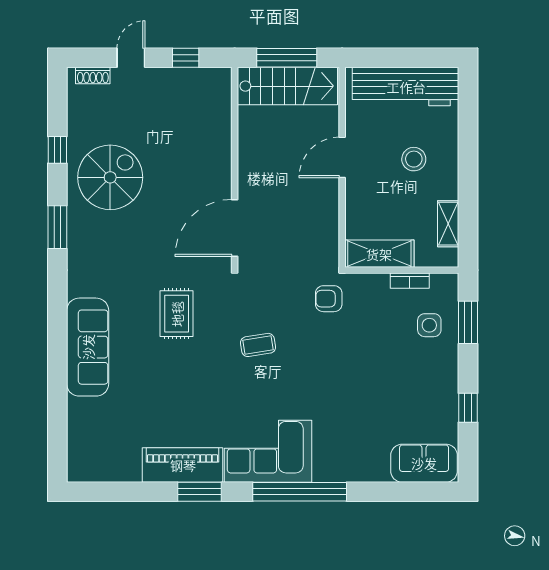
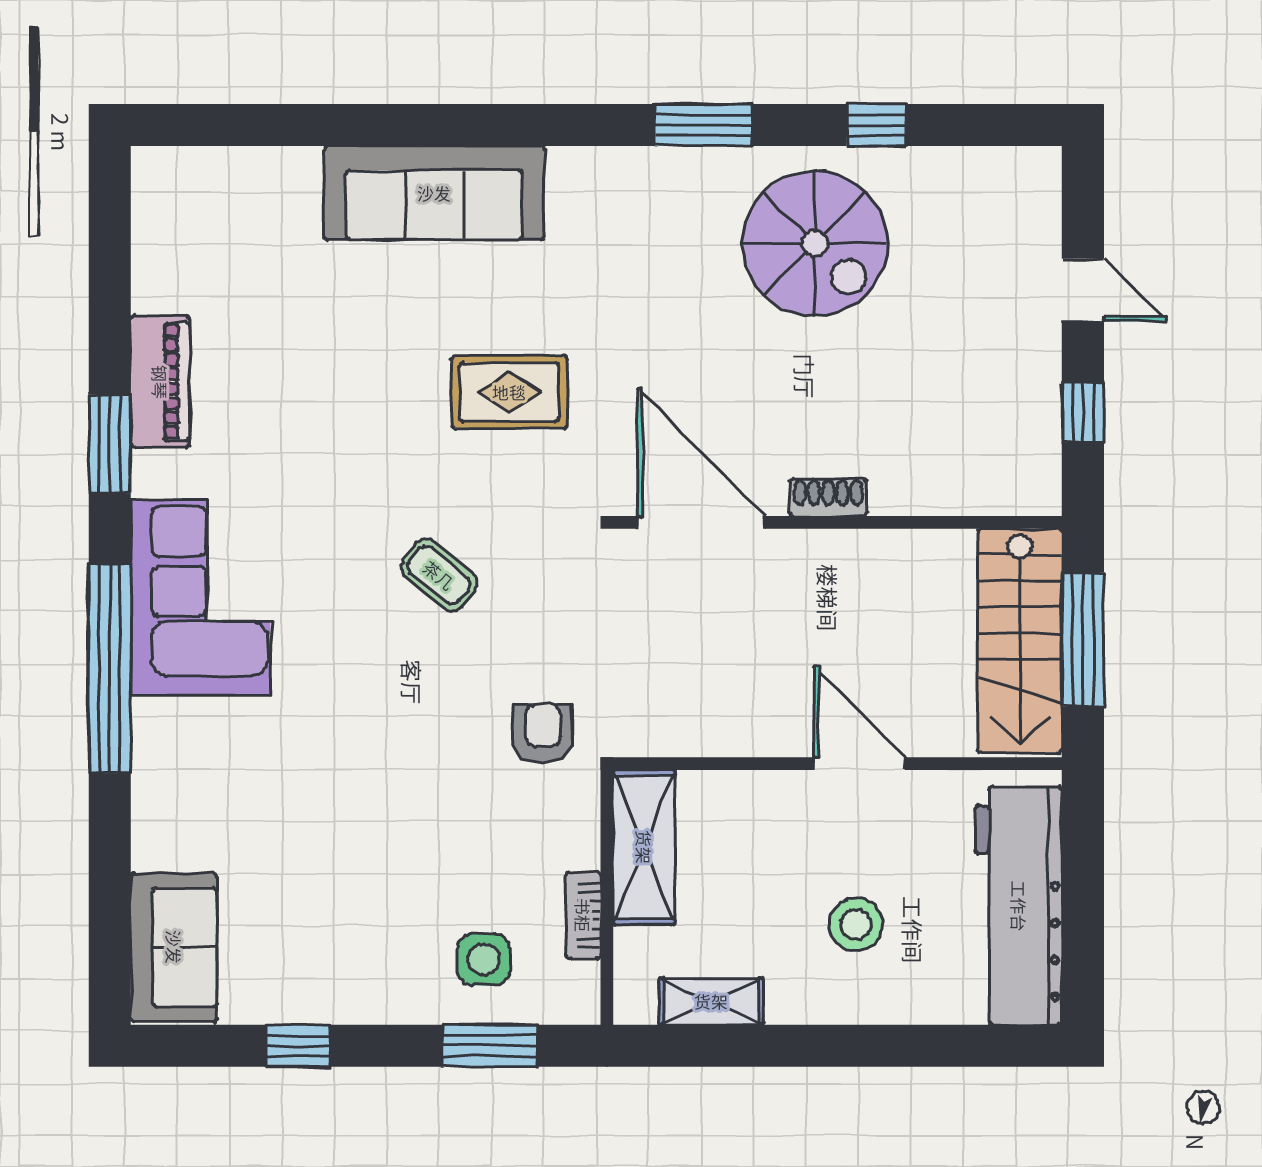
shoe rack: (93, 76) -> (828, 497), moved, turned 90
coffee table: (258, 345) -> (439, 575), turned -42
piano: (183, 465) -> (160, 382), width x0.73, depth x0.75

